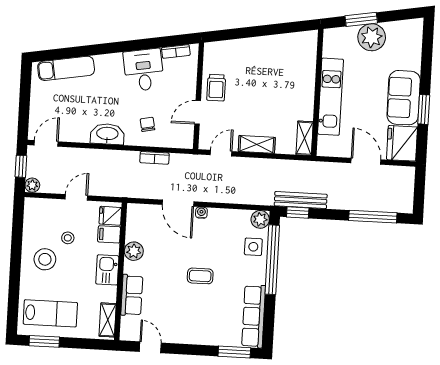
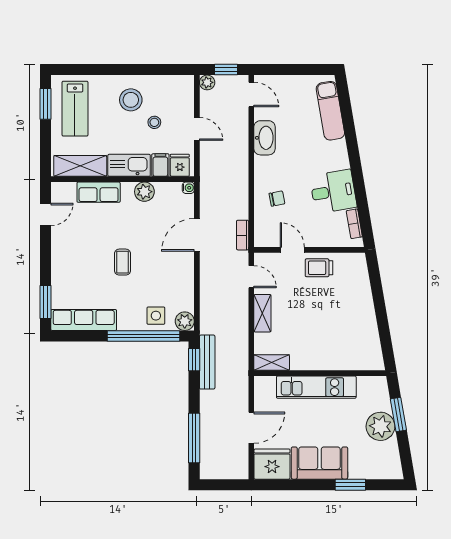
window: (424, 109) -> (350, 485), moved
washbasin: (107, 134) -> (264, 138), moved
bookcase: (154, 158) -> (243, 235), moved
water cooler: (201, 213) -> (188, 188), moved
kitchen sink: (107, 270) -> (129, 165), width x1.38
shelving: (108, 320) -> (80, 166), width x1.50, depth x1.33

